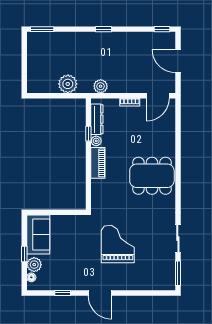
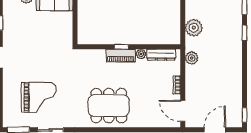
window: (104, 29) -> (244, 33), moved
window: (88, 134) -> (121, 47), moved
dining table: (152, 176) -> (109, 106), turned 90
grand piano: (118, 244) -> (39, 97), moved

